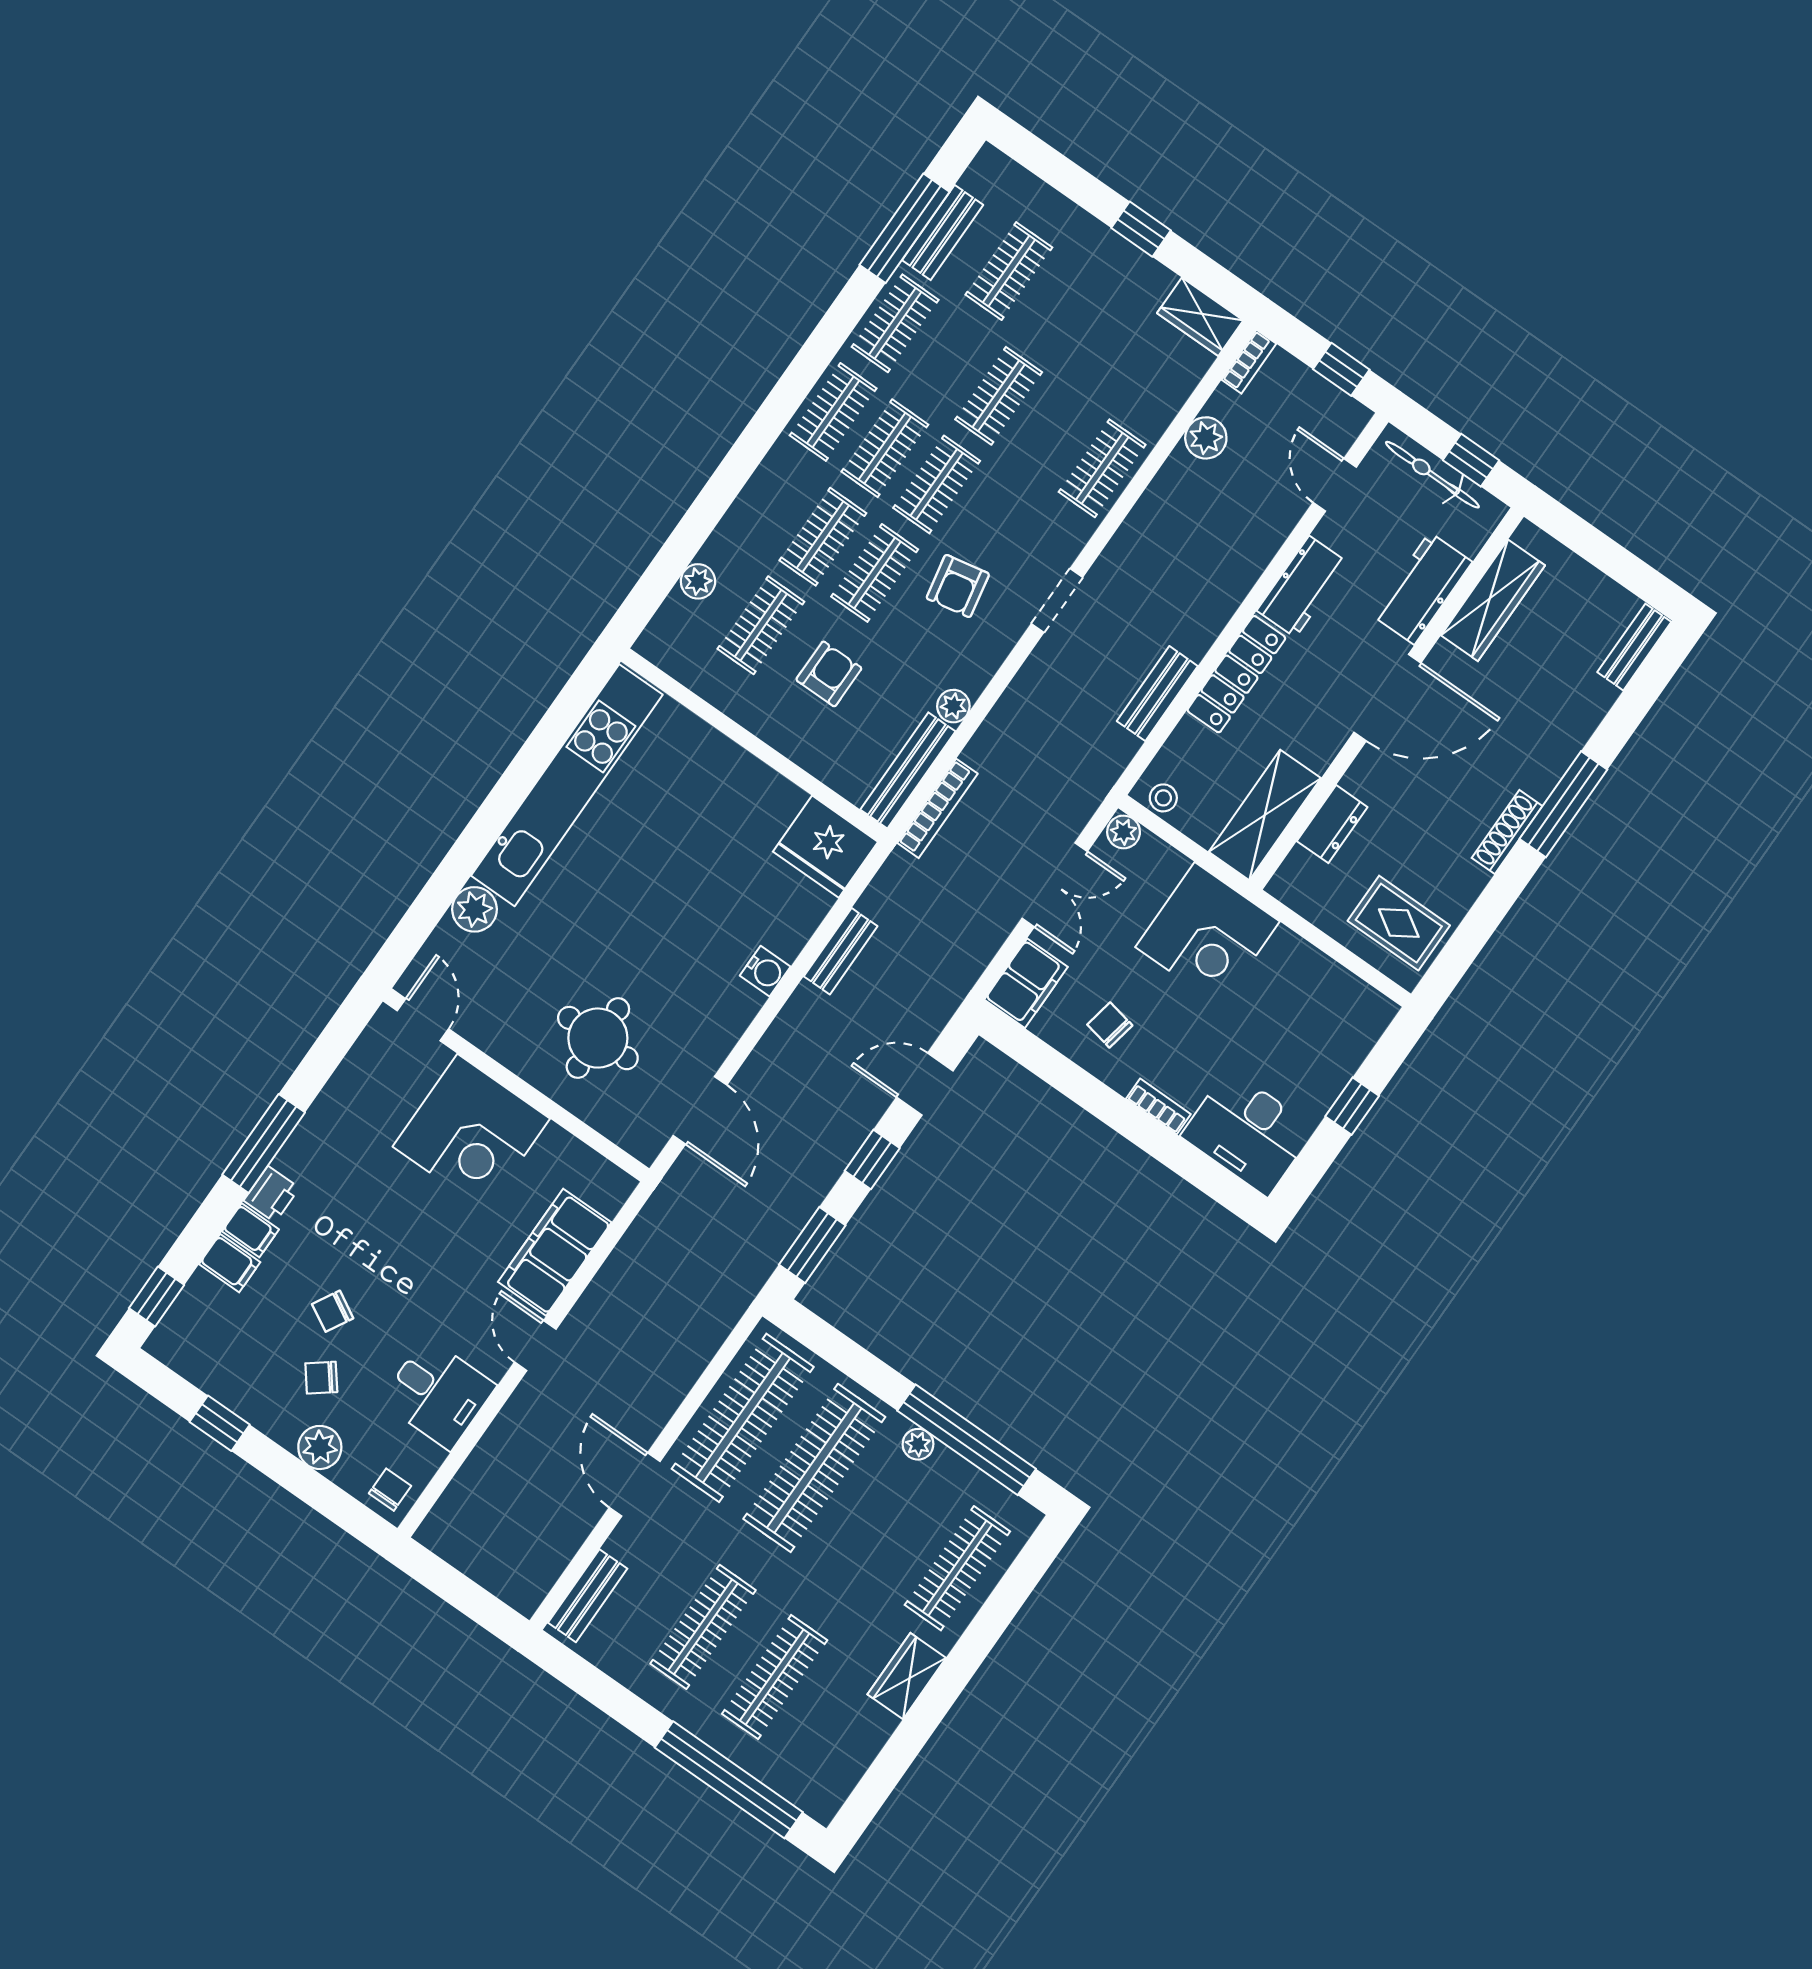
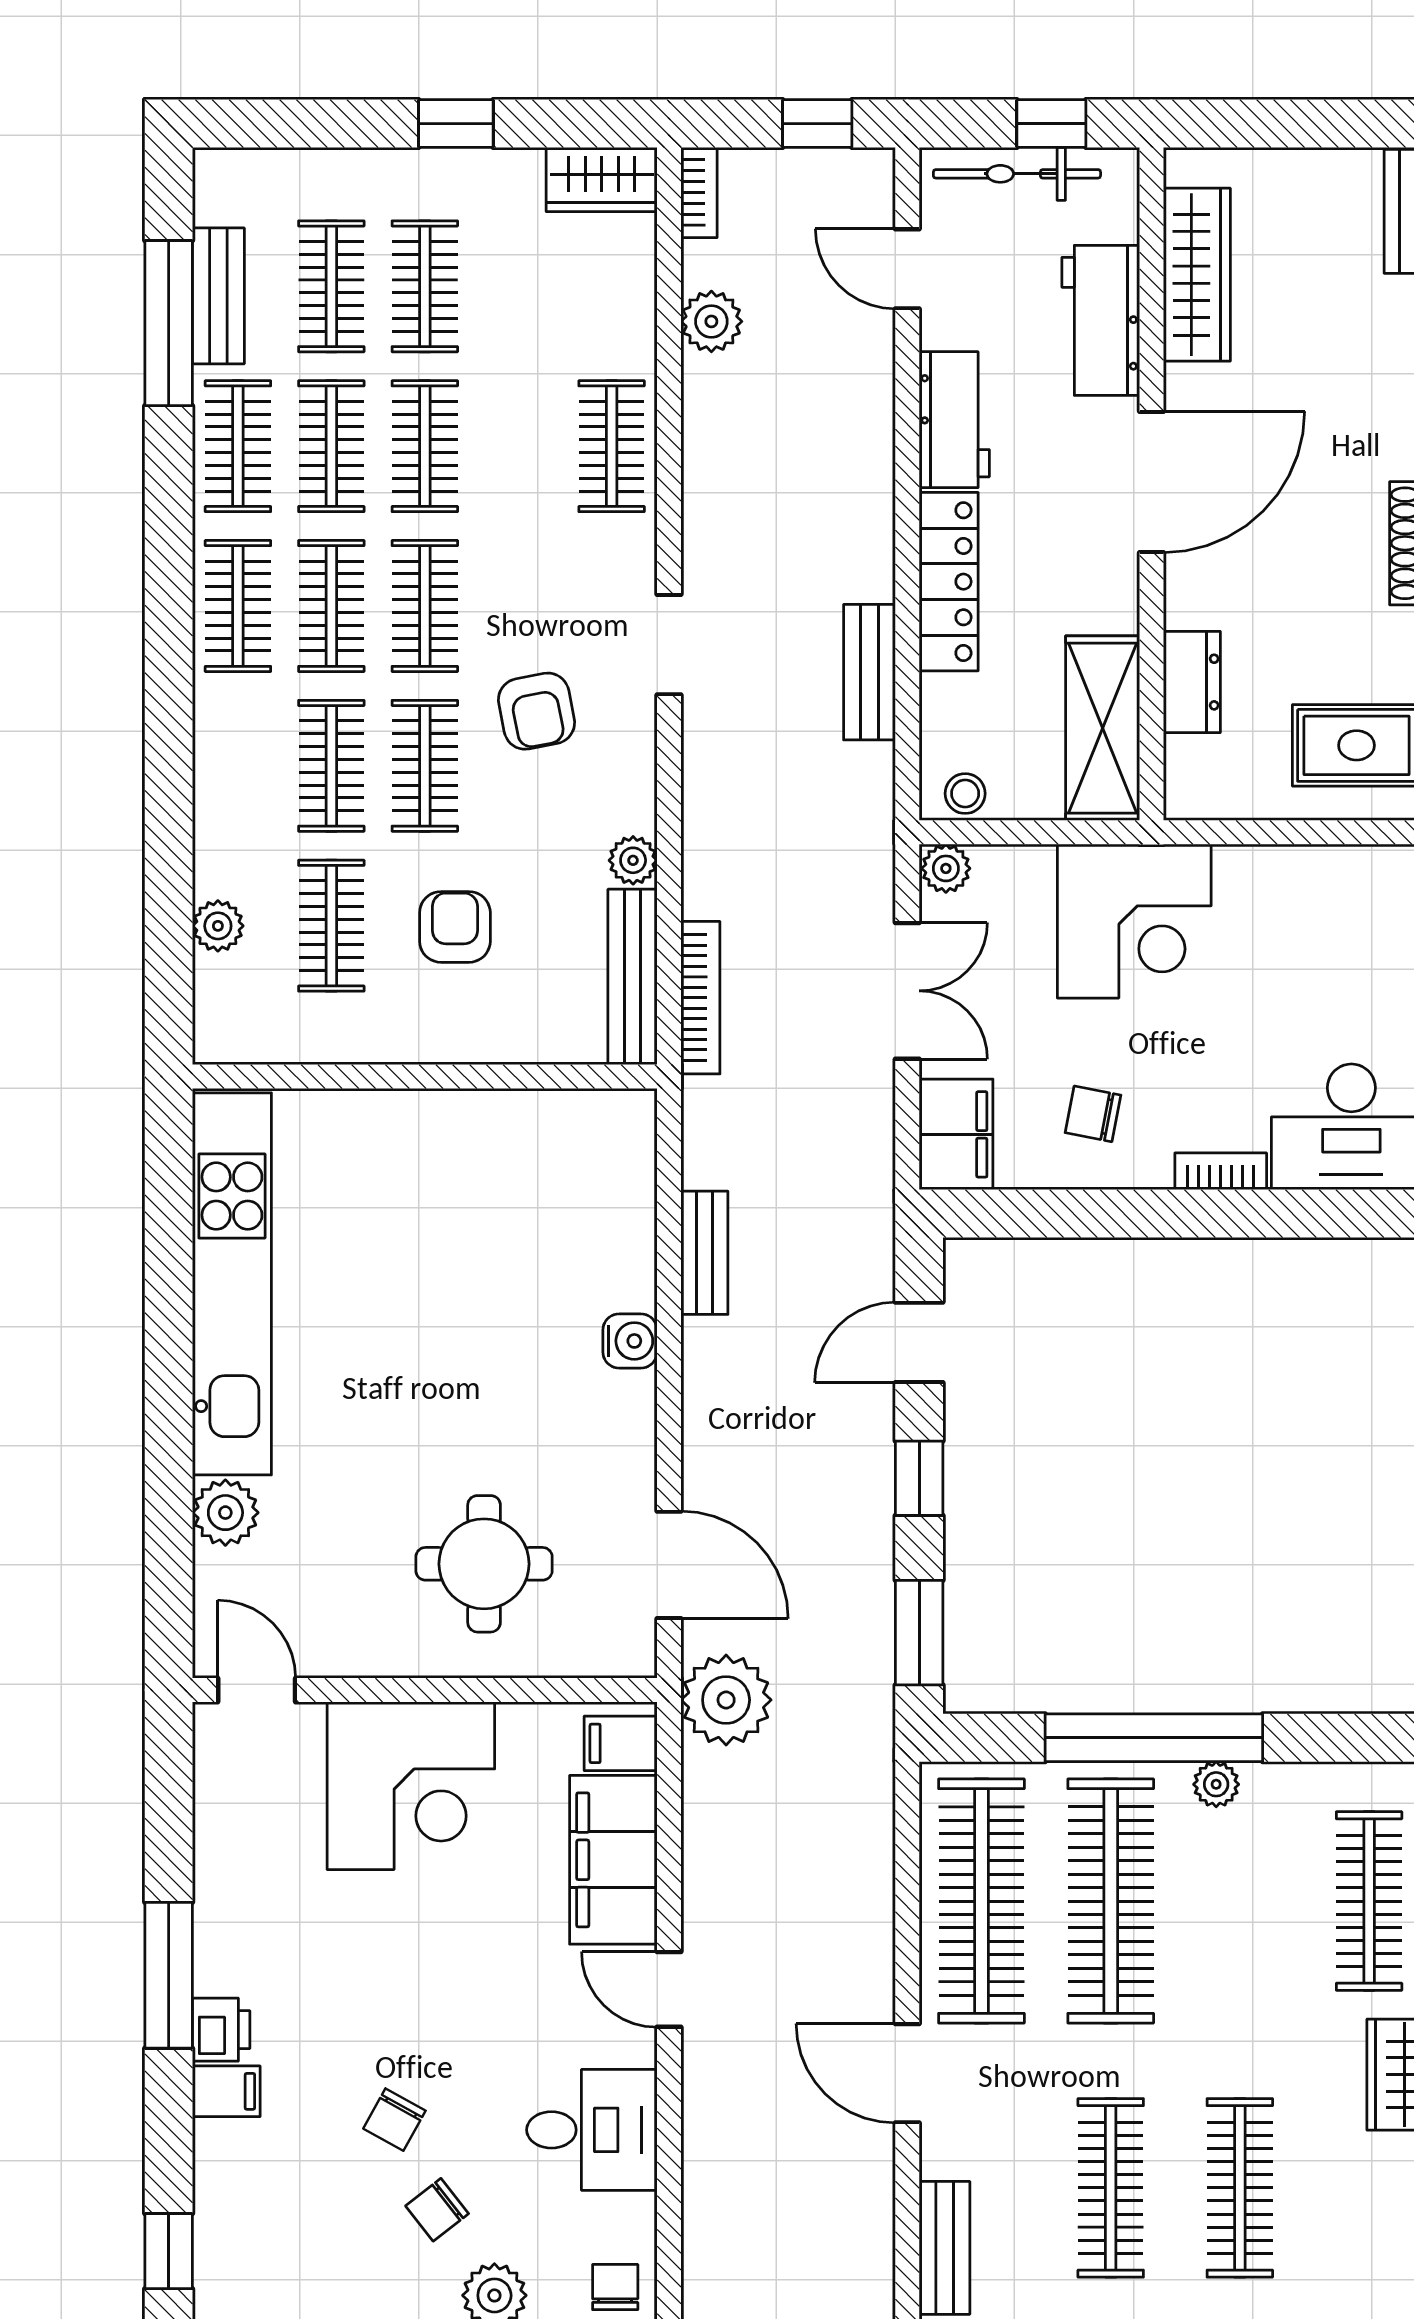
clothes rail: (1061, 307) -> (425, 286), added
clothes rail: (947, 360) -> (331, 446), added
fridge: (825, 847) -> (597, 1139), removed
plant: (679, 1207) -> (726, 1700), added
filing cabinet: (230, 1263) -> (621, 1743), moved, turned 180
window: (967, 1440) -> (1154, 1738), moved

